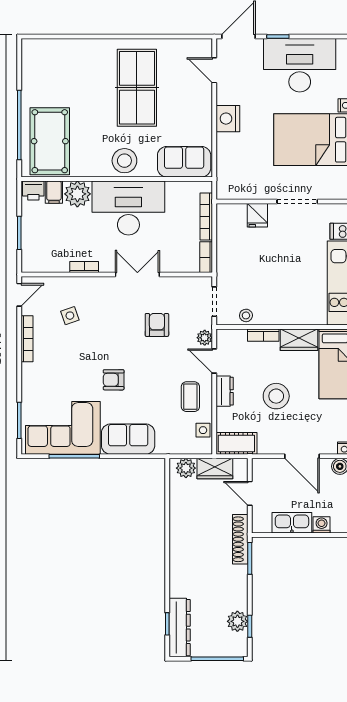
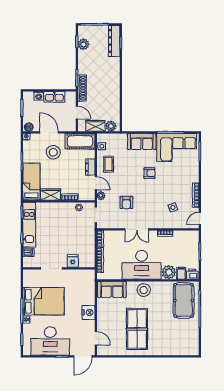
stool: (276, 396) -> (53, 152), moved
cot: (236, 443) -> (80, 141), width x1.37, depth x1.34

